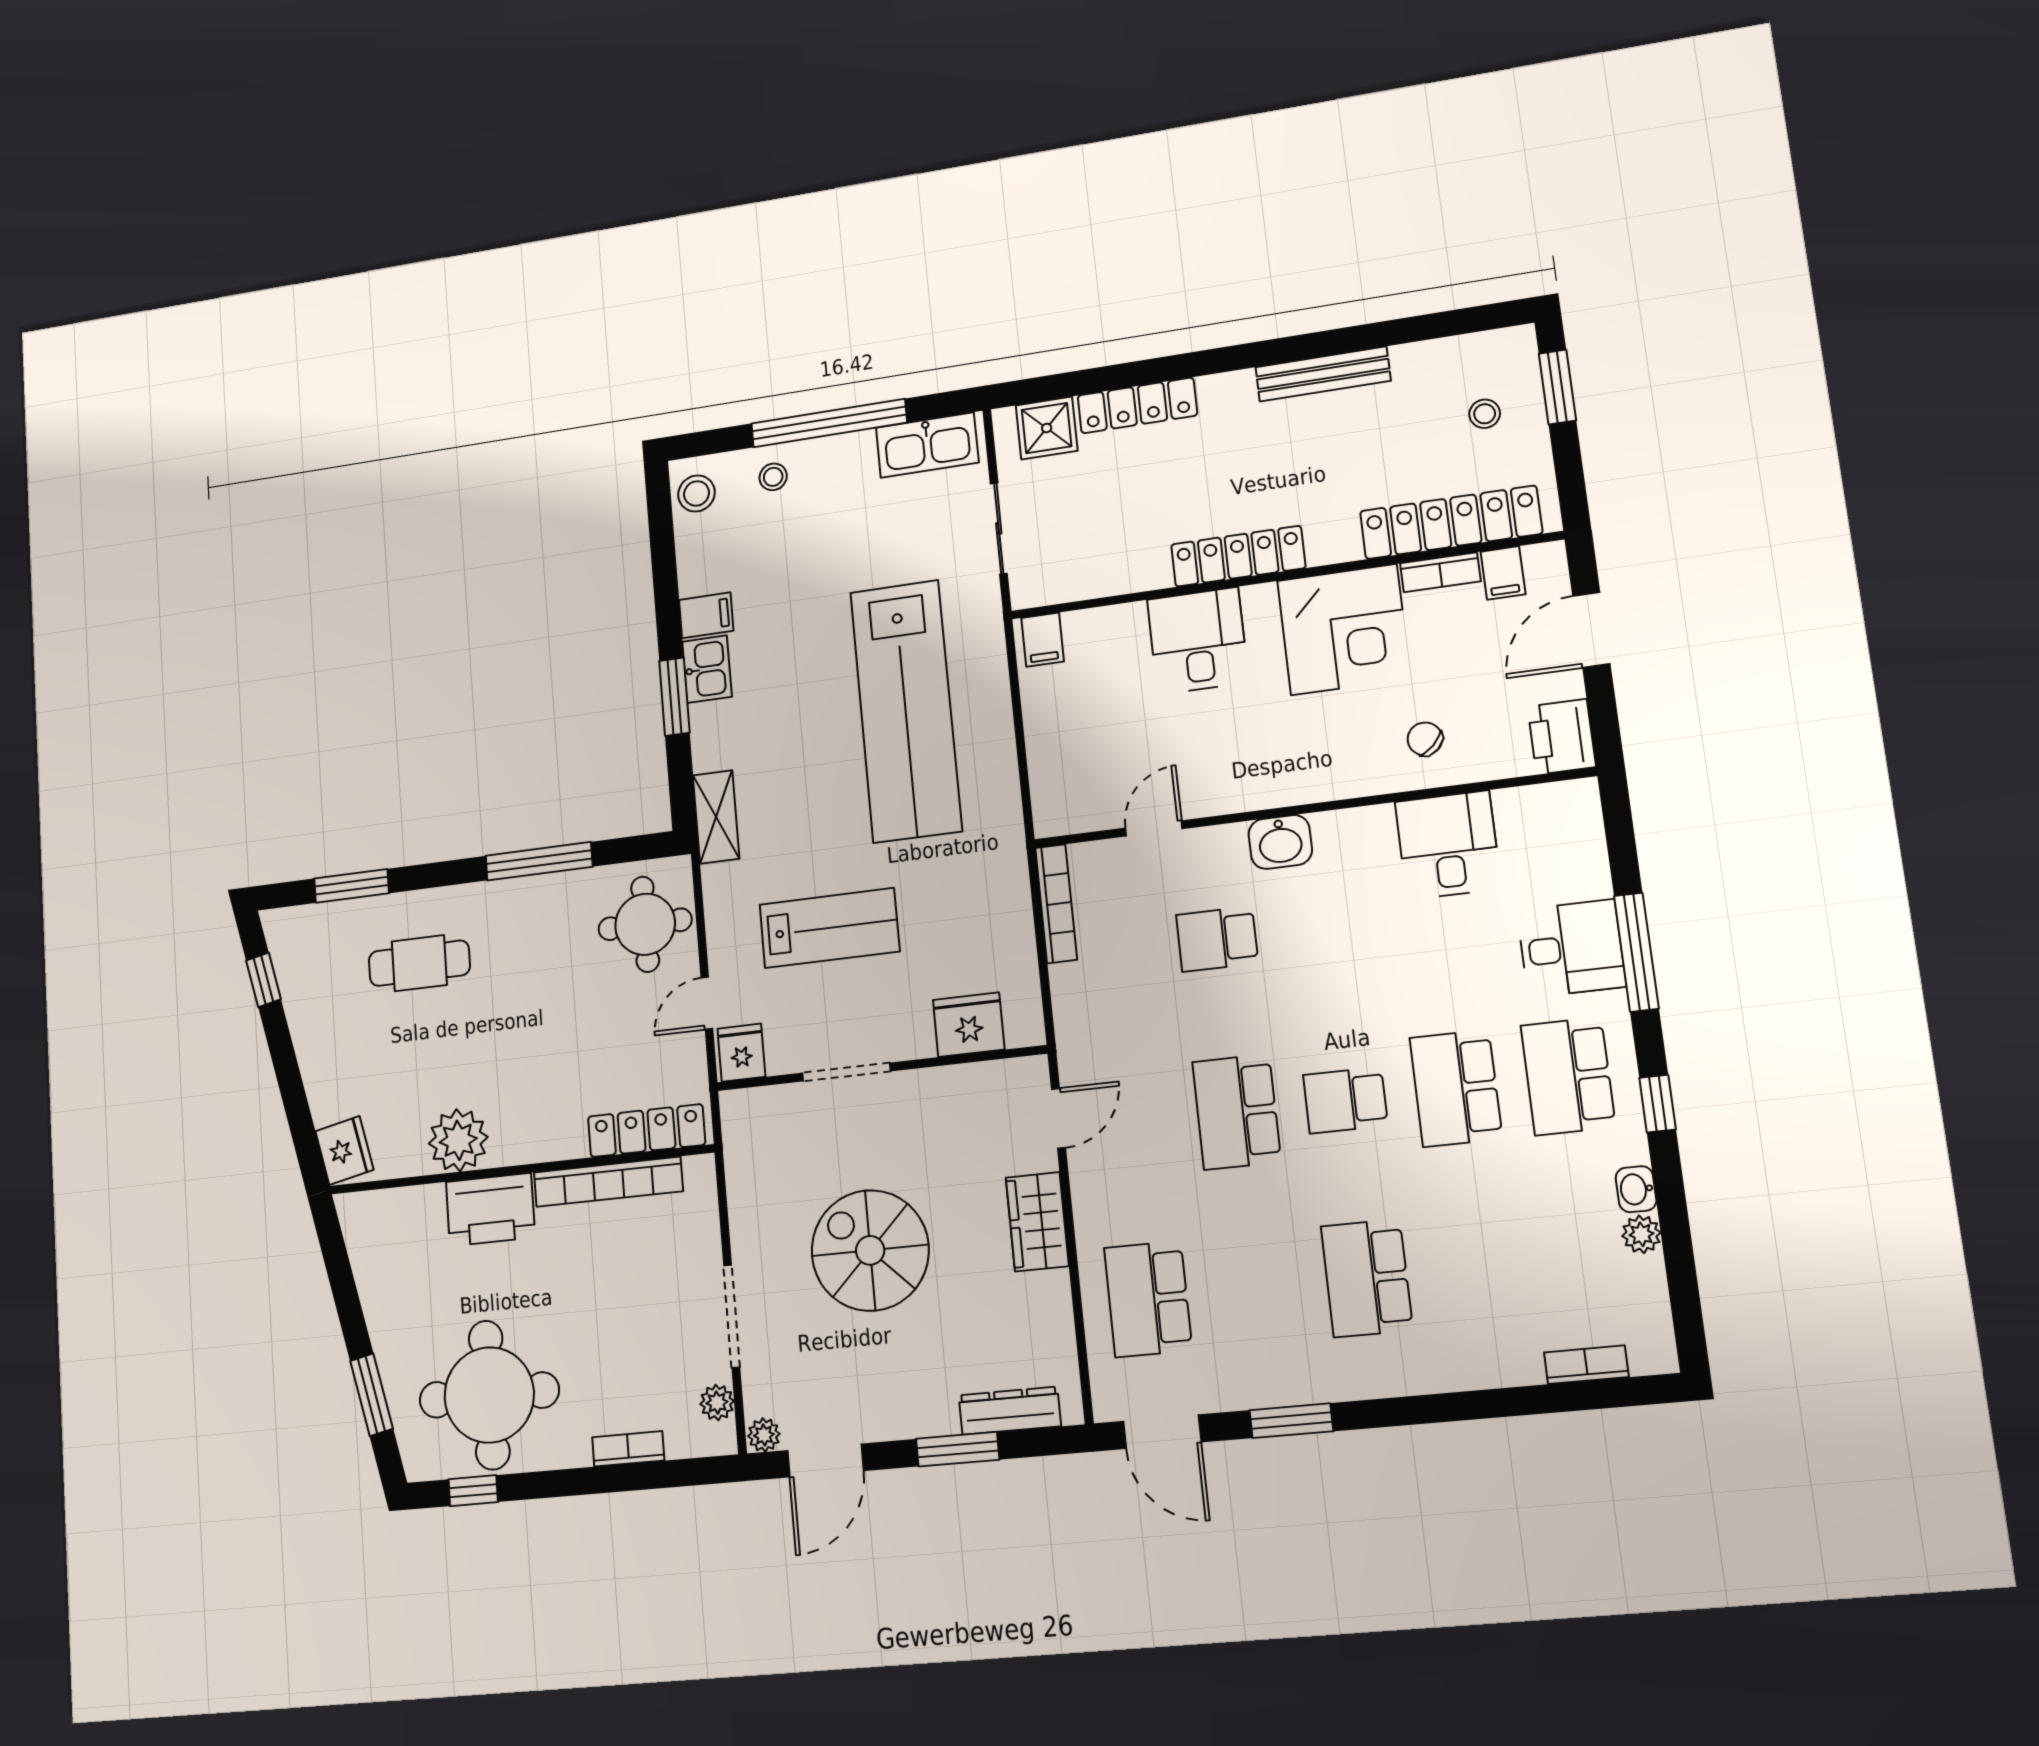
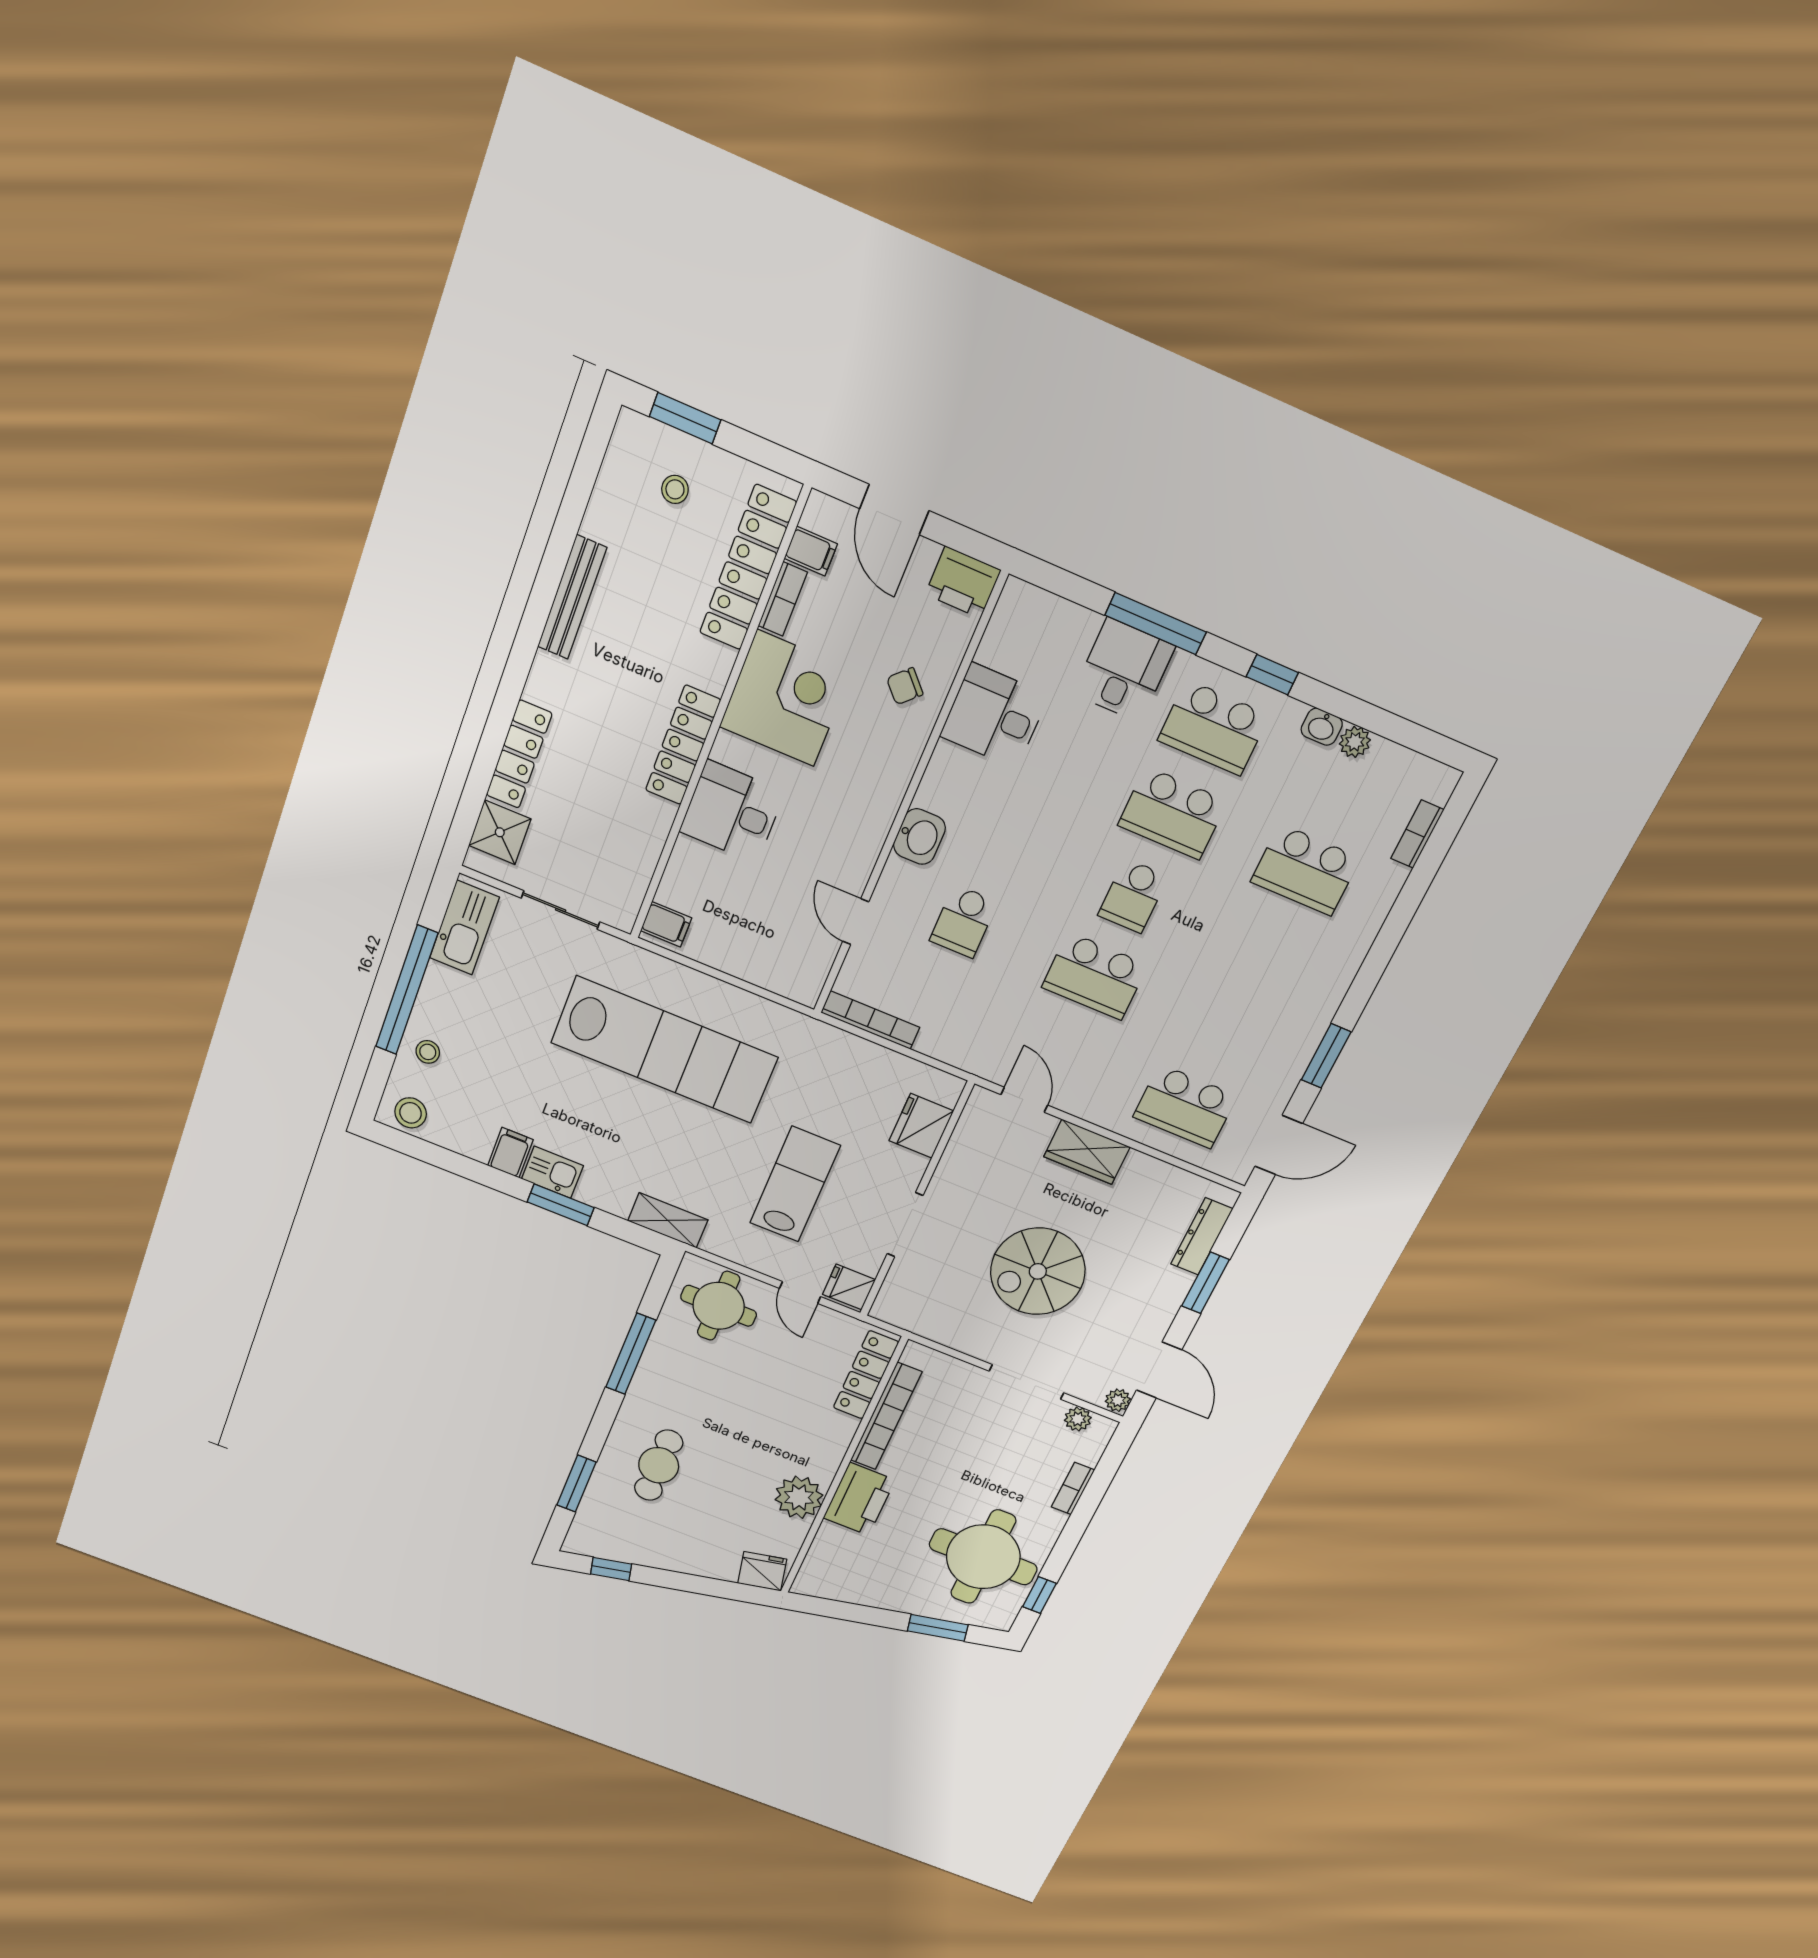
school desk: (1367, 1278) -> (1305, 870), moved

